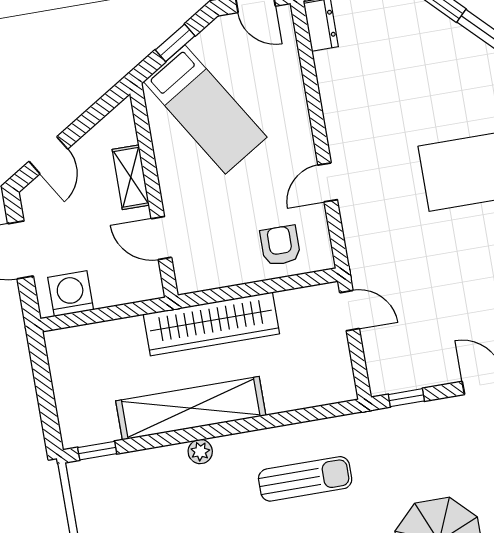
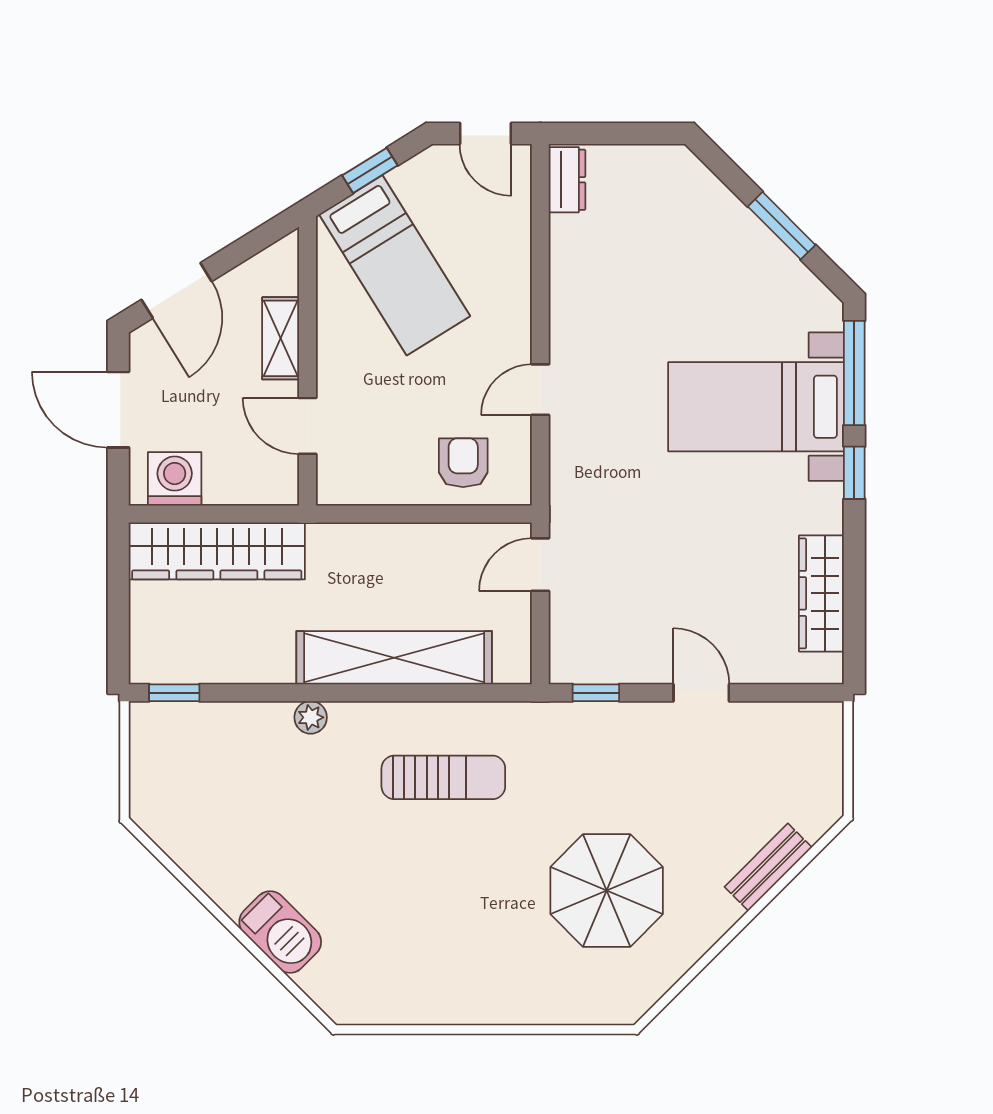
door: (48, 155) -> (177, 291), width x1.38
door: (350, 311) -> (540, 565), swing flipped
wardrobe: (211, 324) -> (217, 551), moved
shelving: (191, 408) -> (394, 658), moved

